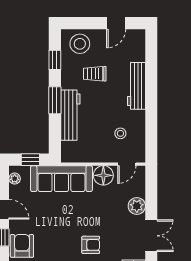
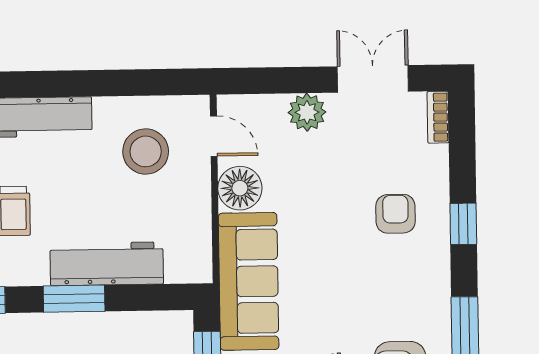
stool: (120, 133) -> (146, 151), width x1.89, depth x1.89

